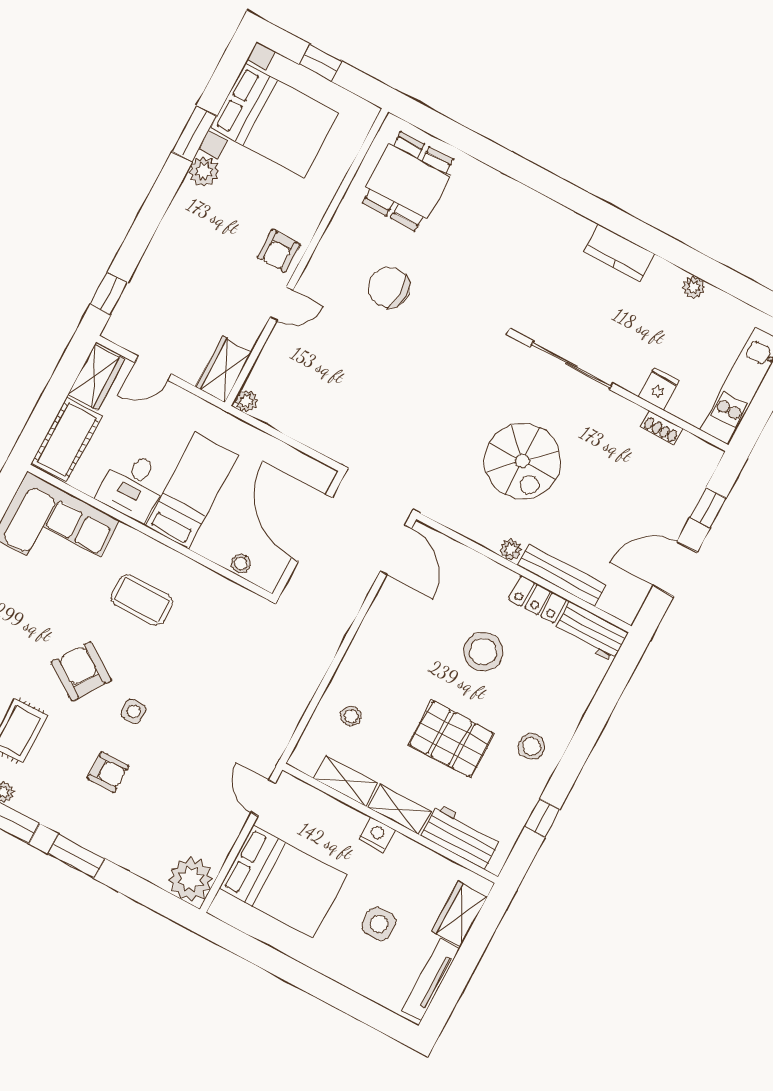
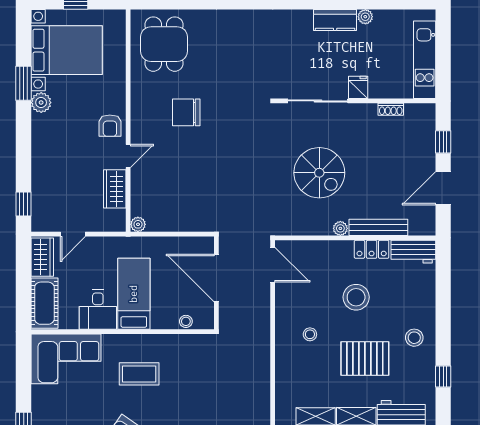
kitchen counter: (619, 253) -> (335, 20), moved
wardrobe: (224, 369) -> (115, 189), moved
fridge: (659, 389) -> (358, 87), moved
stool: (351, 716) -> (310, 334), moved

